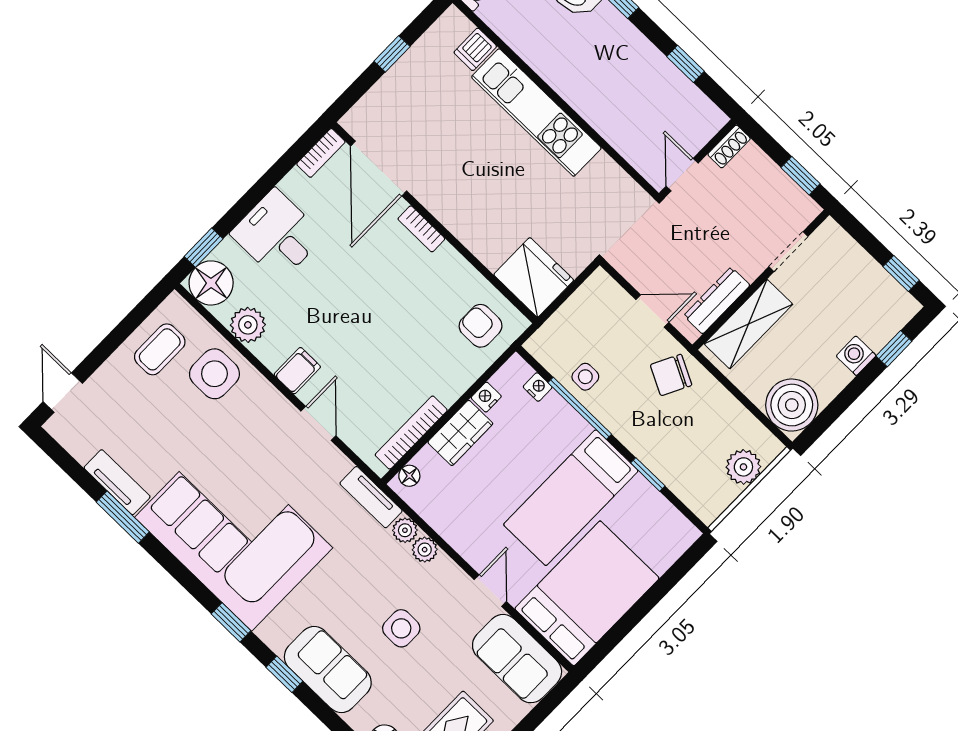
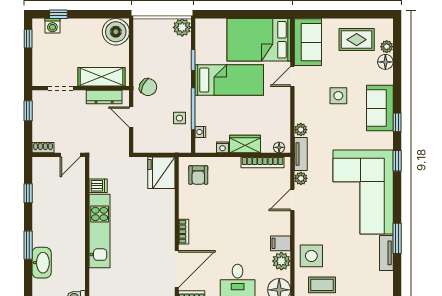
dishwasher: (475, 49) -> (98, 186), moved
washing machine: (856, 356) -> (52, 26), moved
filing cabinet: (297, 371) -> (280, 243), moved
plant: (743, 467) -> (182, 27), moved
plant: (425, 550) -> (301, 178), moved

